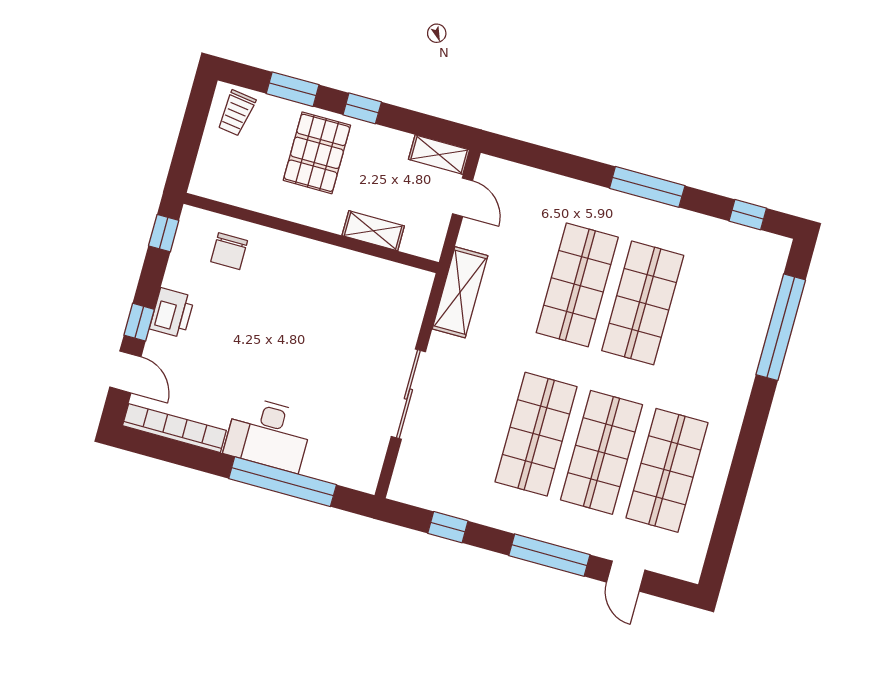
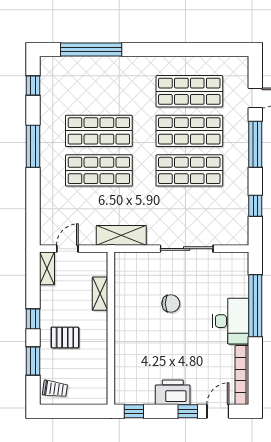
pallet: (317, 153) -> (65, 337), width x0.67, depth x0.71
chair: (229, 251) -> (171, 304), moved
printer: (172, 313) -> (173, 392), width x1.37, depth x1.19

